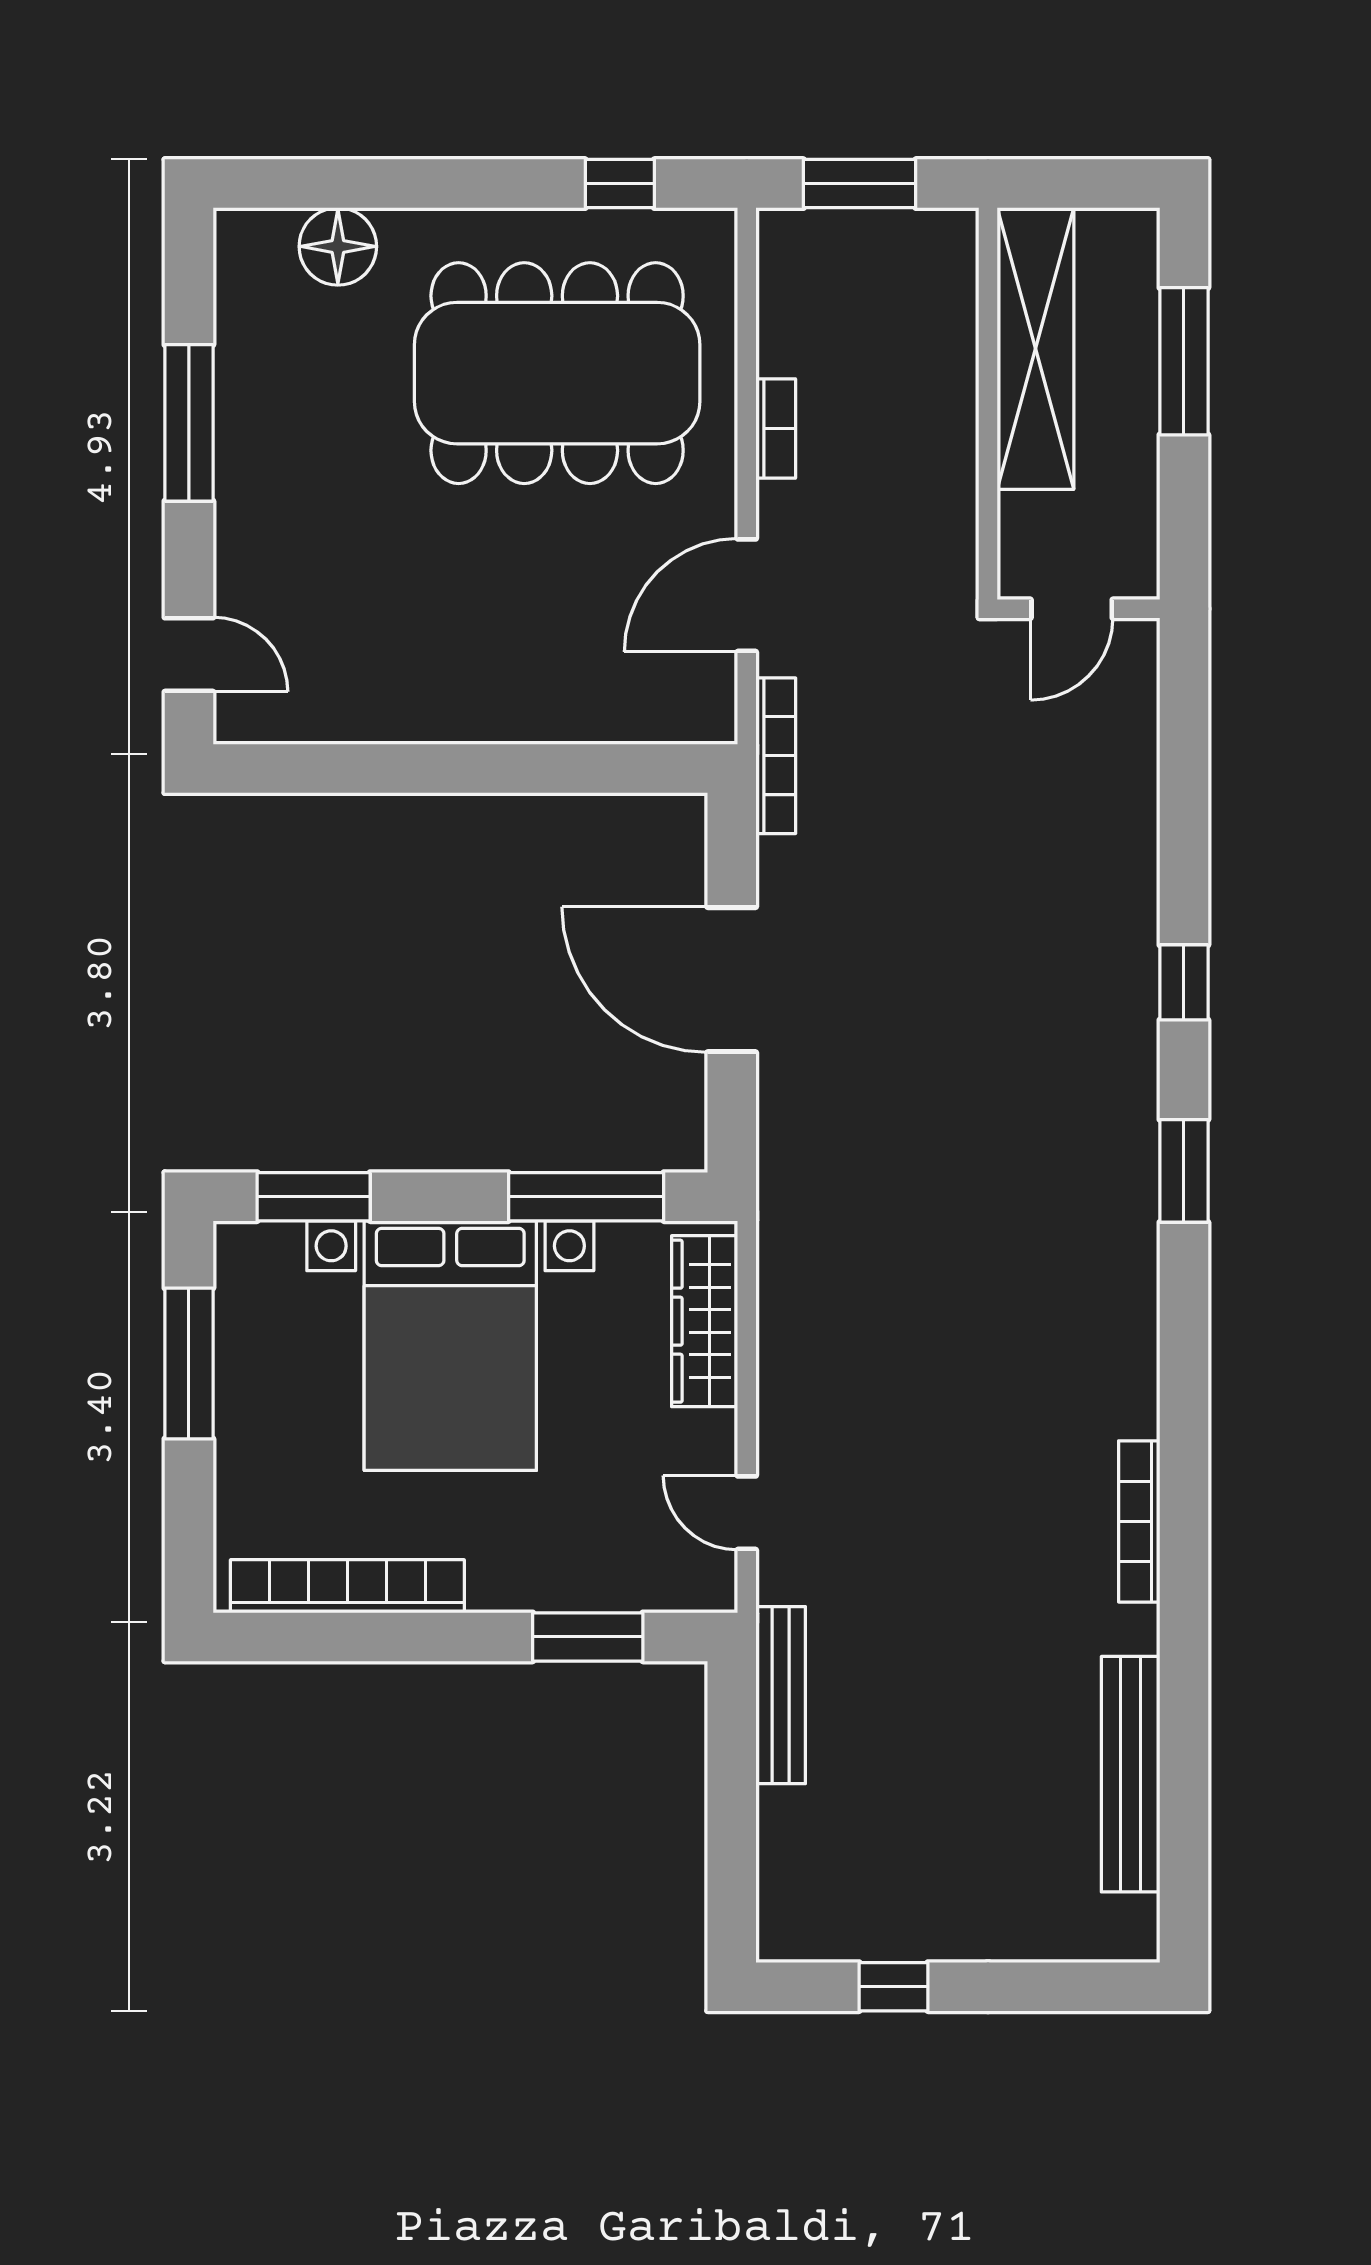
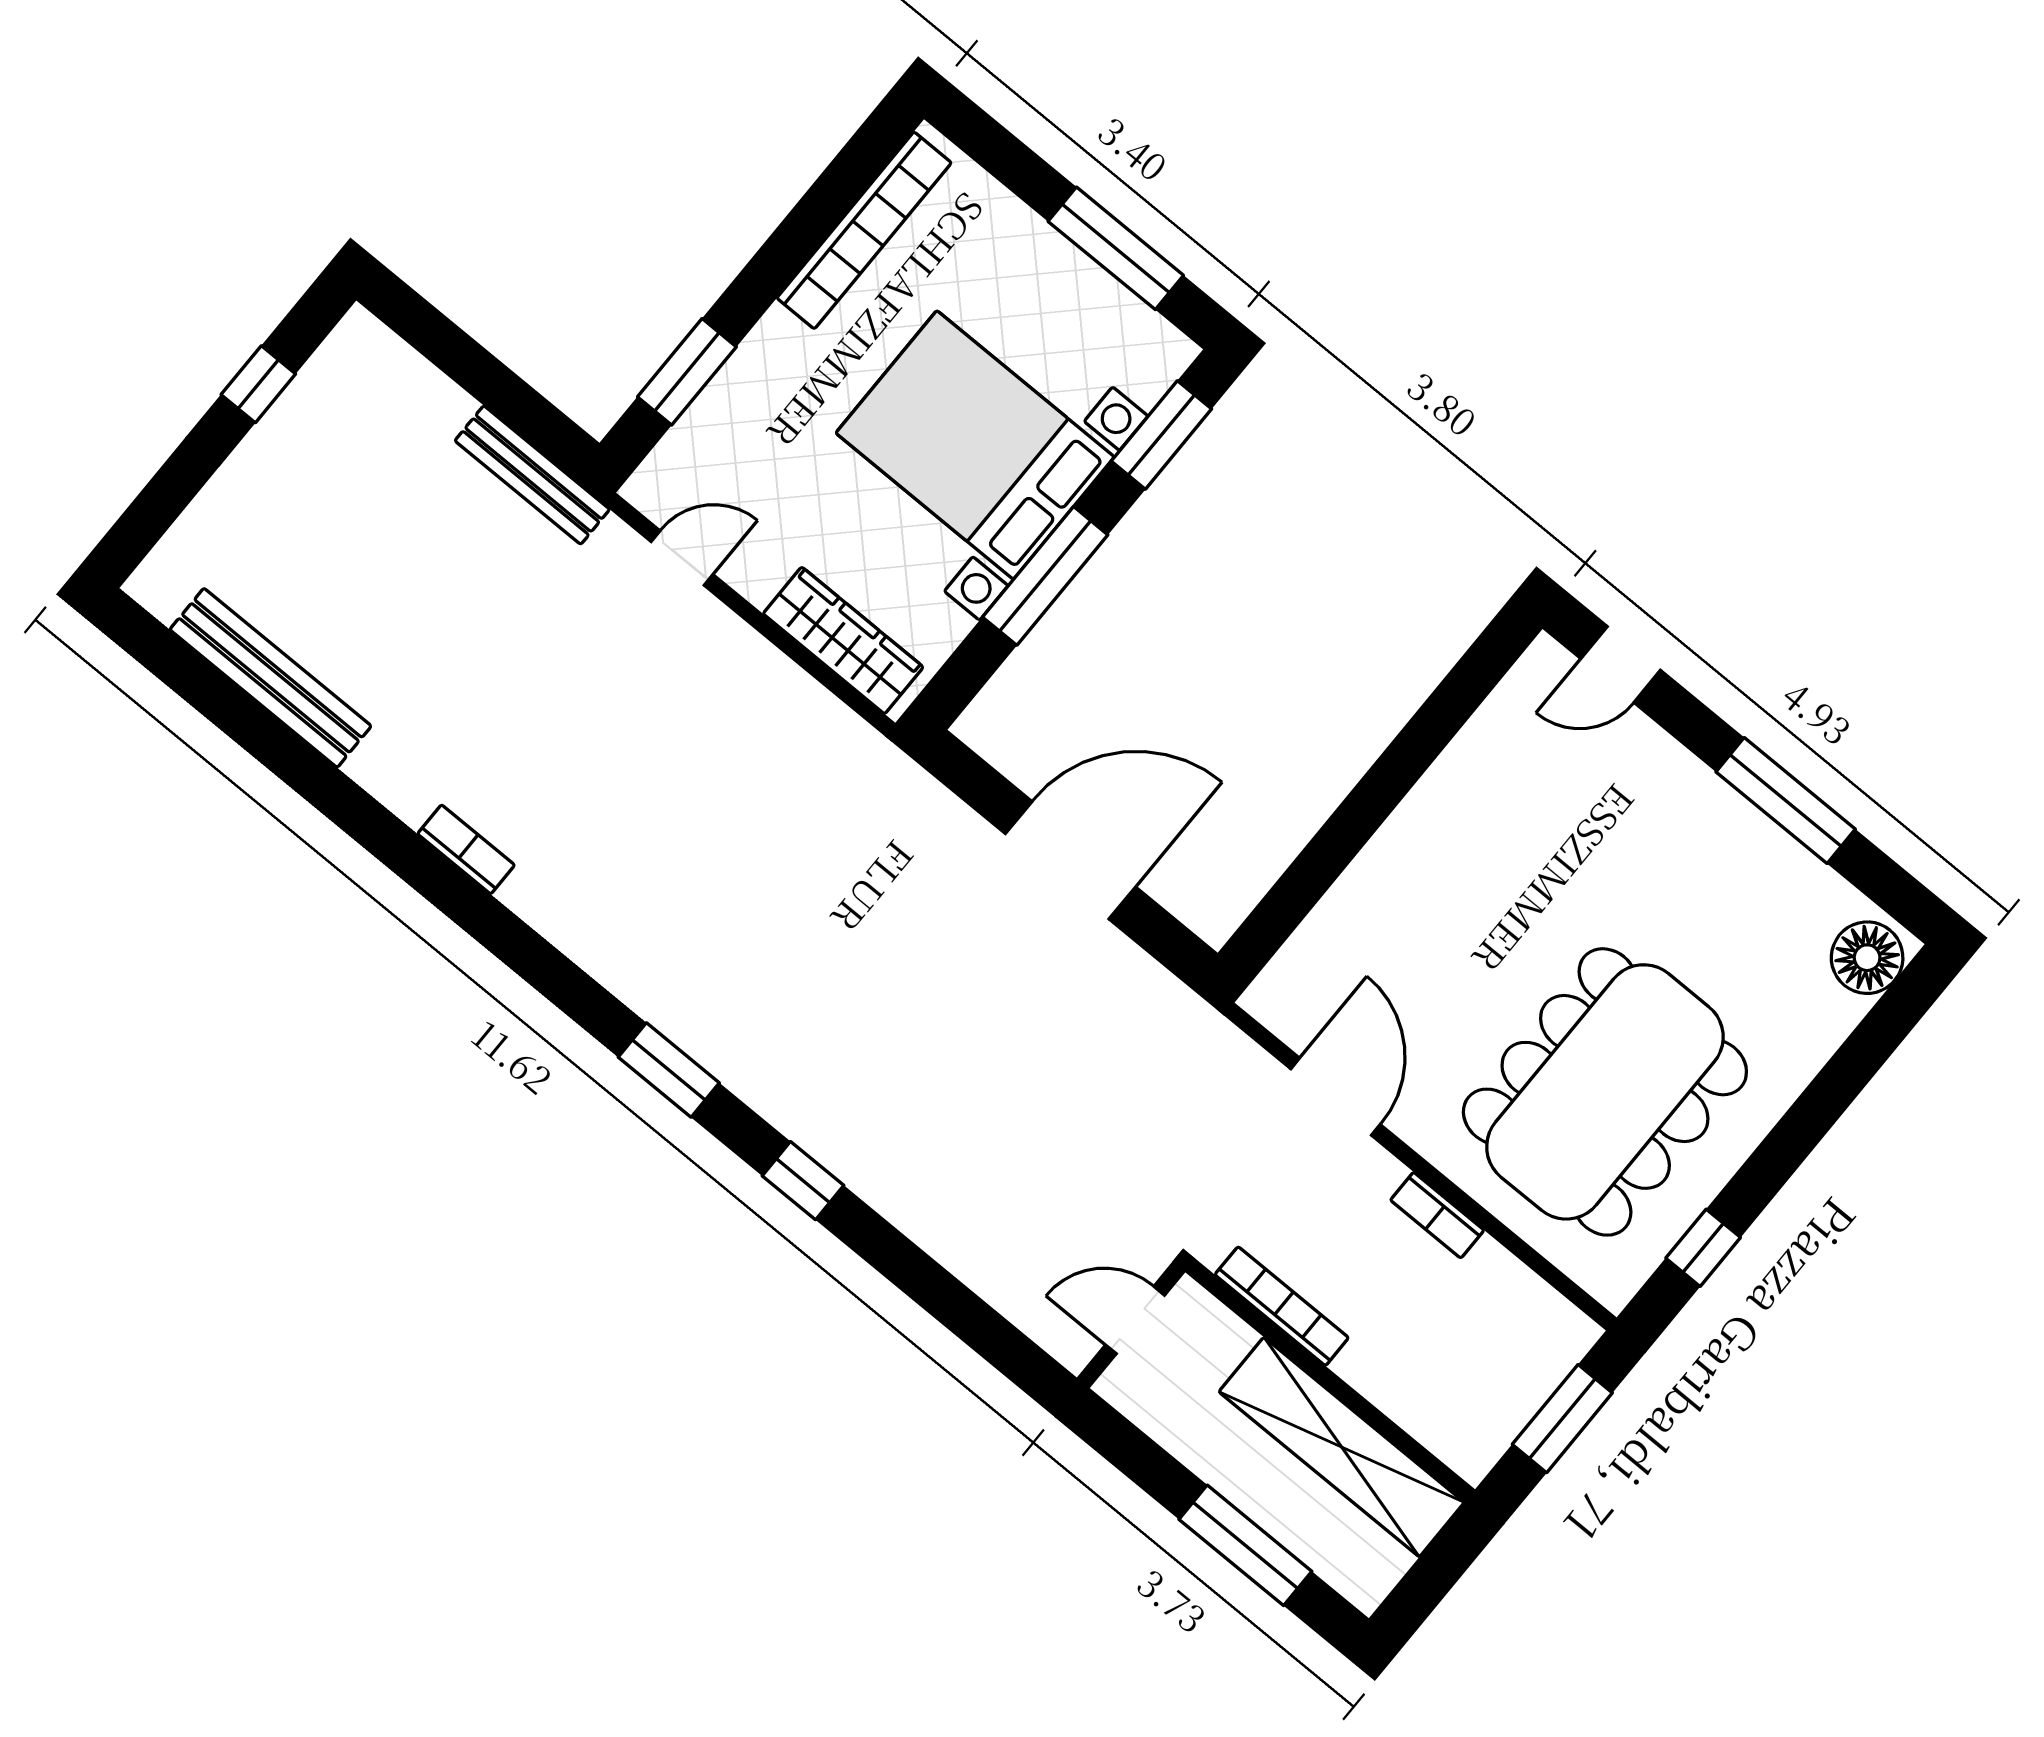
floor lamp: (338, 246) -> (1867, 958), moved
door: (1072, 609) -> (1135, 1320), hinge flipped
bookcase: (776, 756) -> (1282, 1306), moved, turned 180
window: (586, 1197) -> (1045, 576), moved
bookcase: (1139, 1521) -> (466, 849), width x0.64

